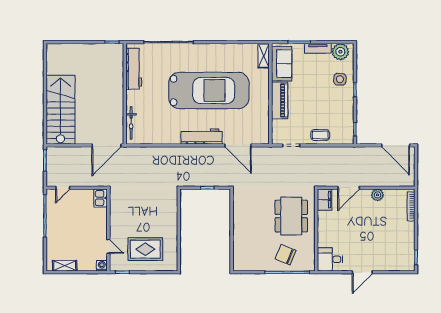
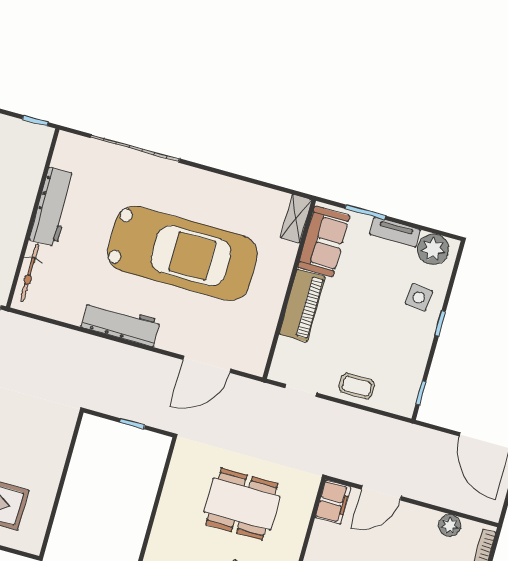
workbench: (134, 69) -> (53, 207), moved
workbench: (202, 137) -> (121, 324), moved
door: (238, 145) -> (207, 364), hinge flipped
plant: (377, 195) -> (450, 525), moved
dining table: (291, 216) -> (242, 504), moved, turned 90

